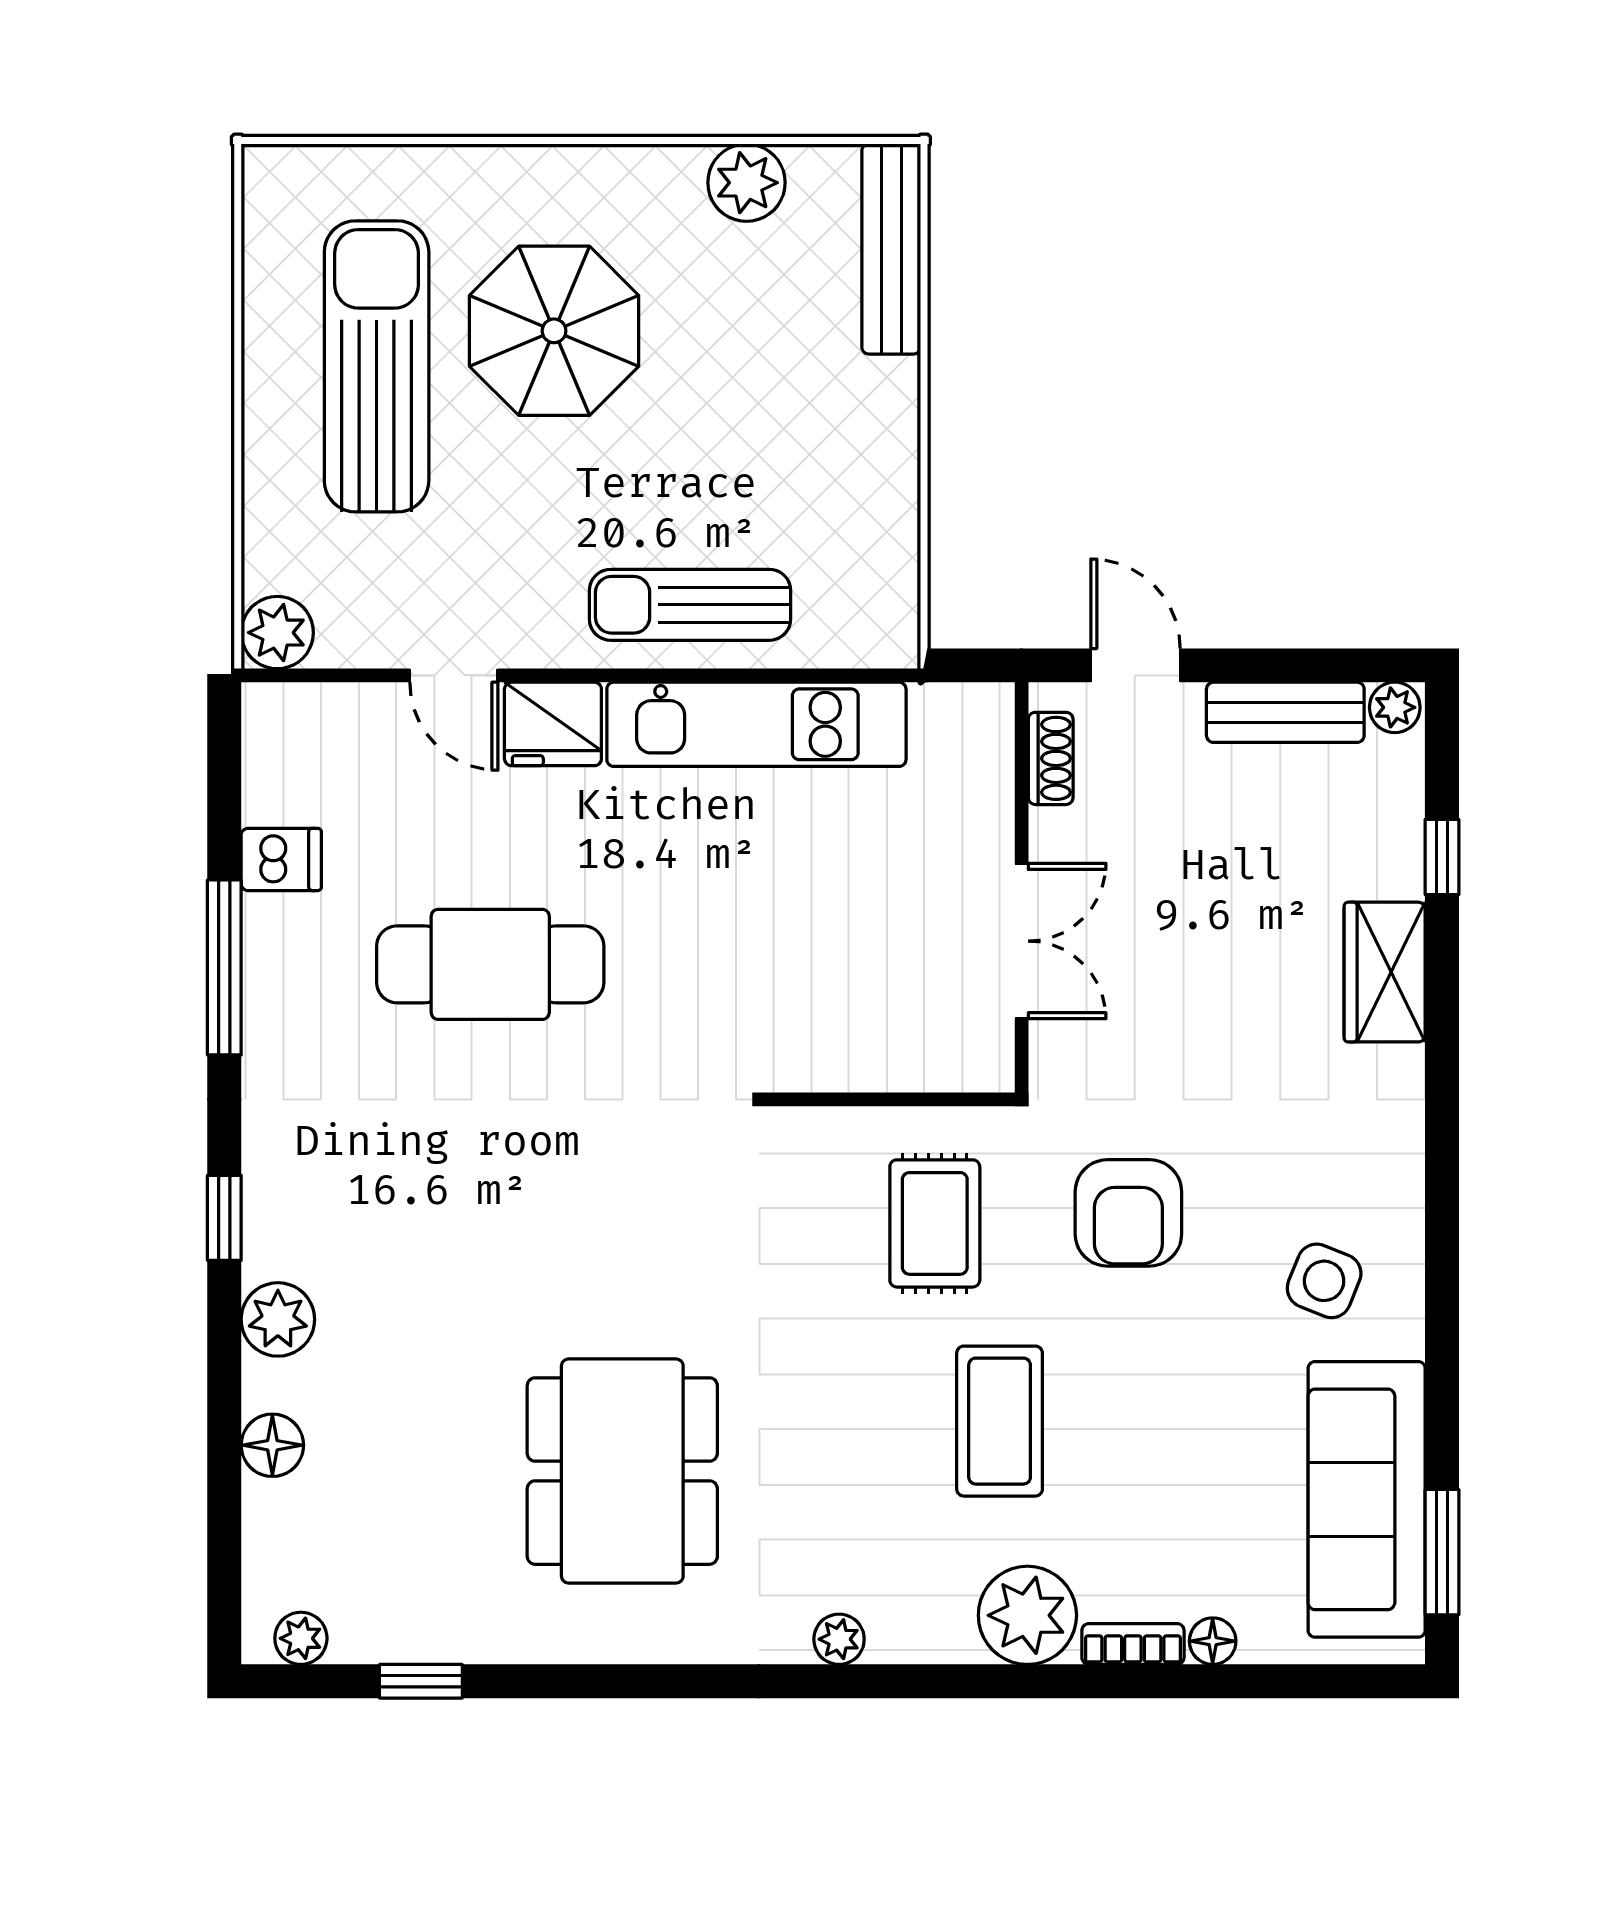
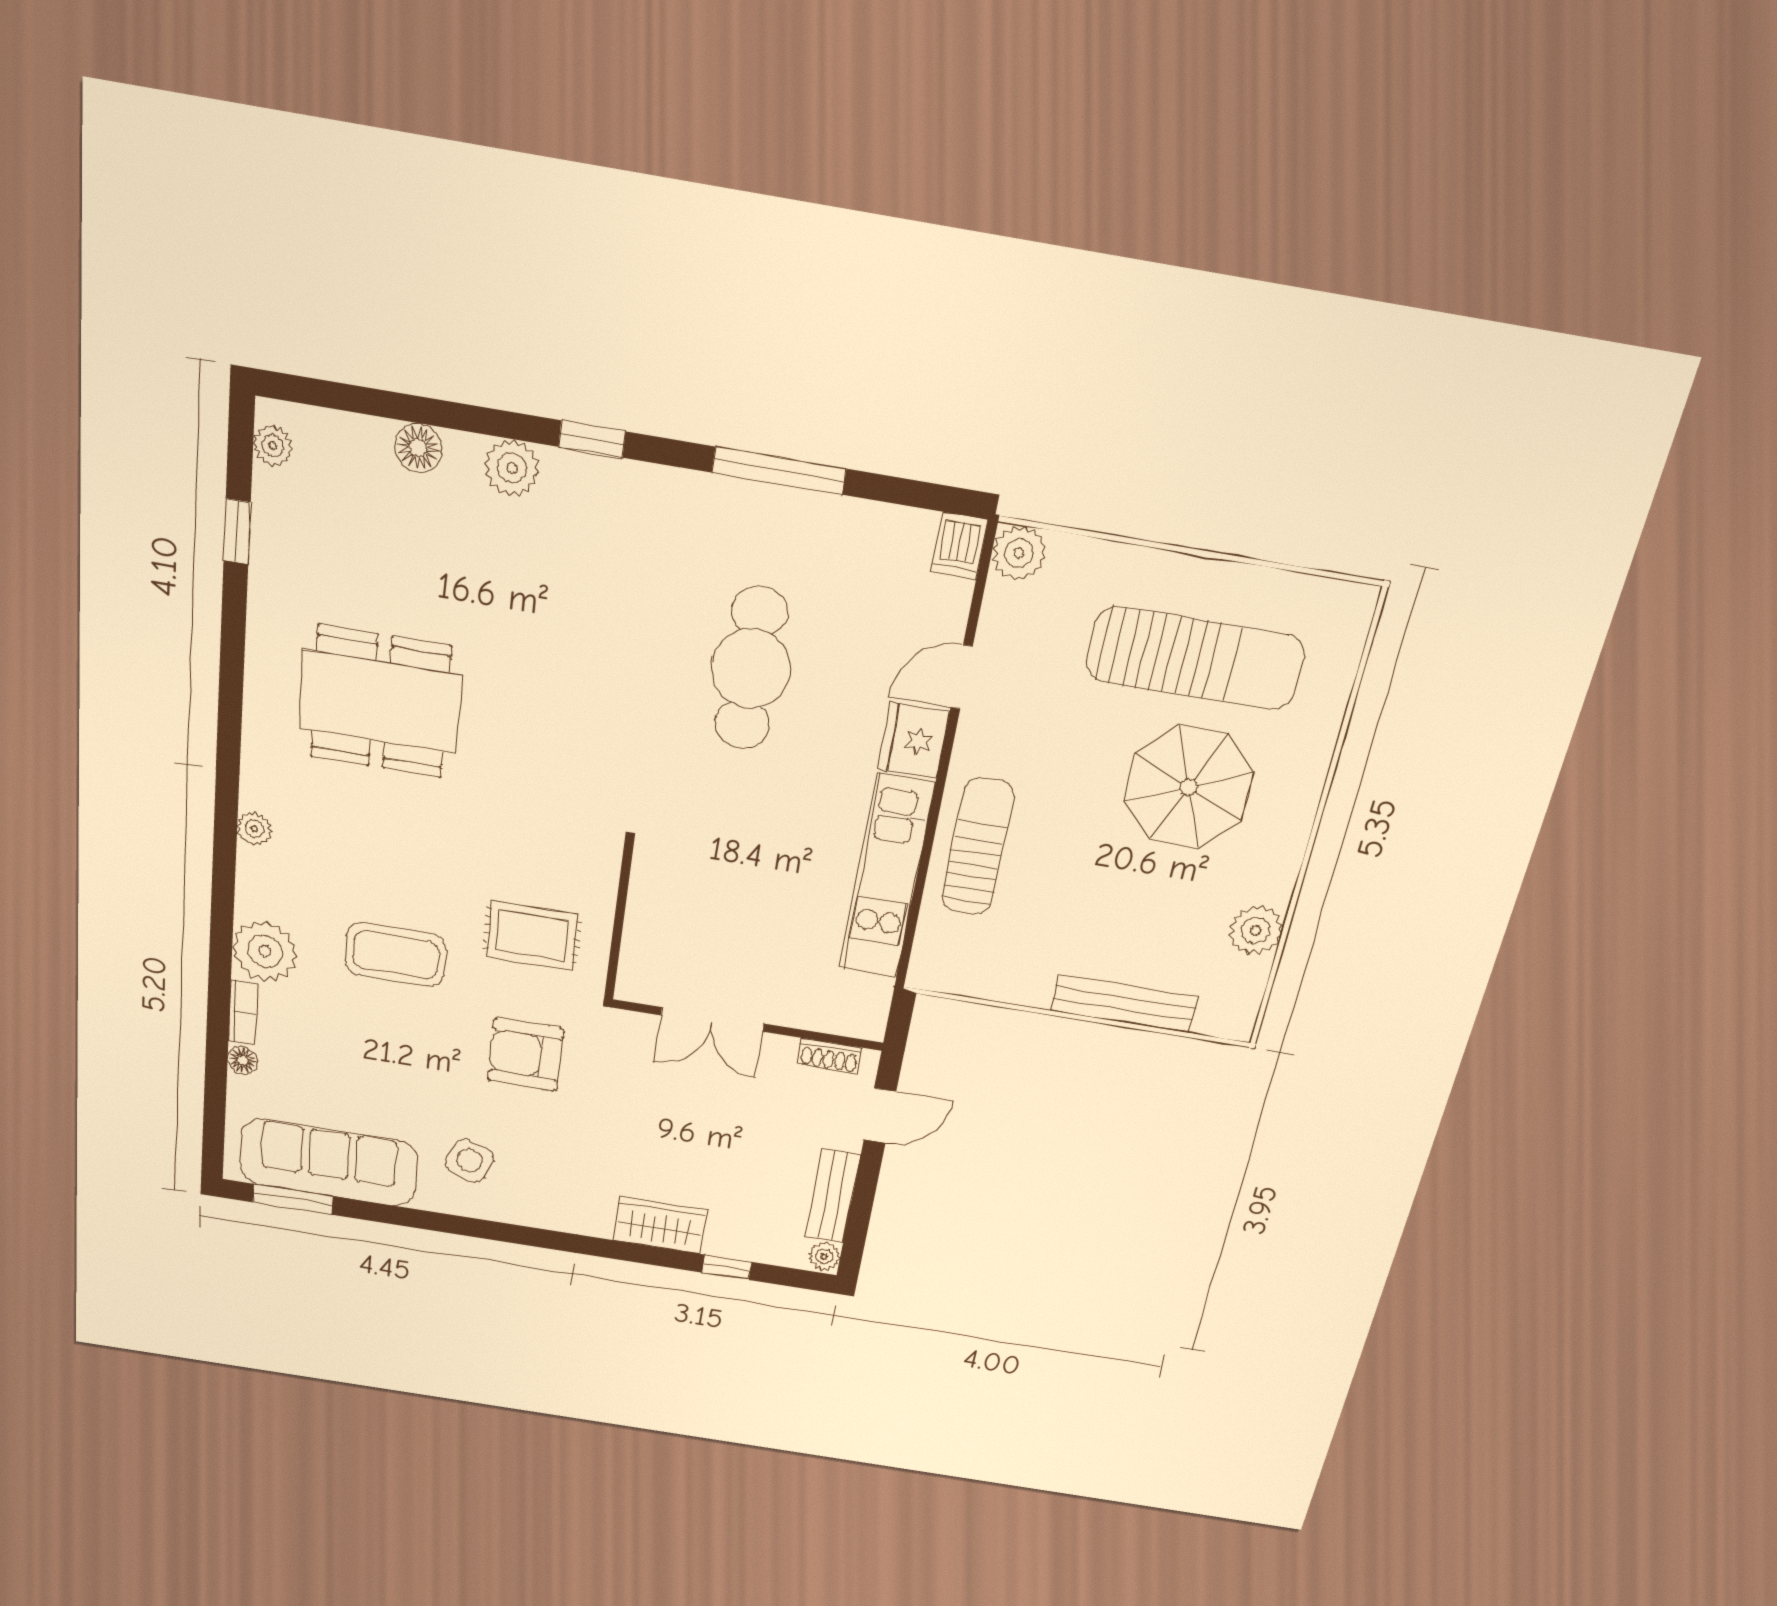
bench: (891, 249) -> (1124, 1004), moved
dishwasher: (281, 859) -> (959, 546), moved

